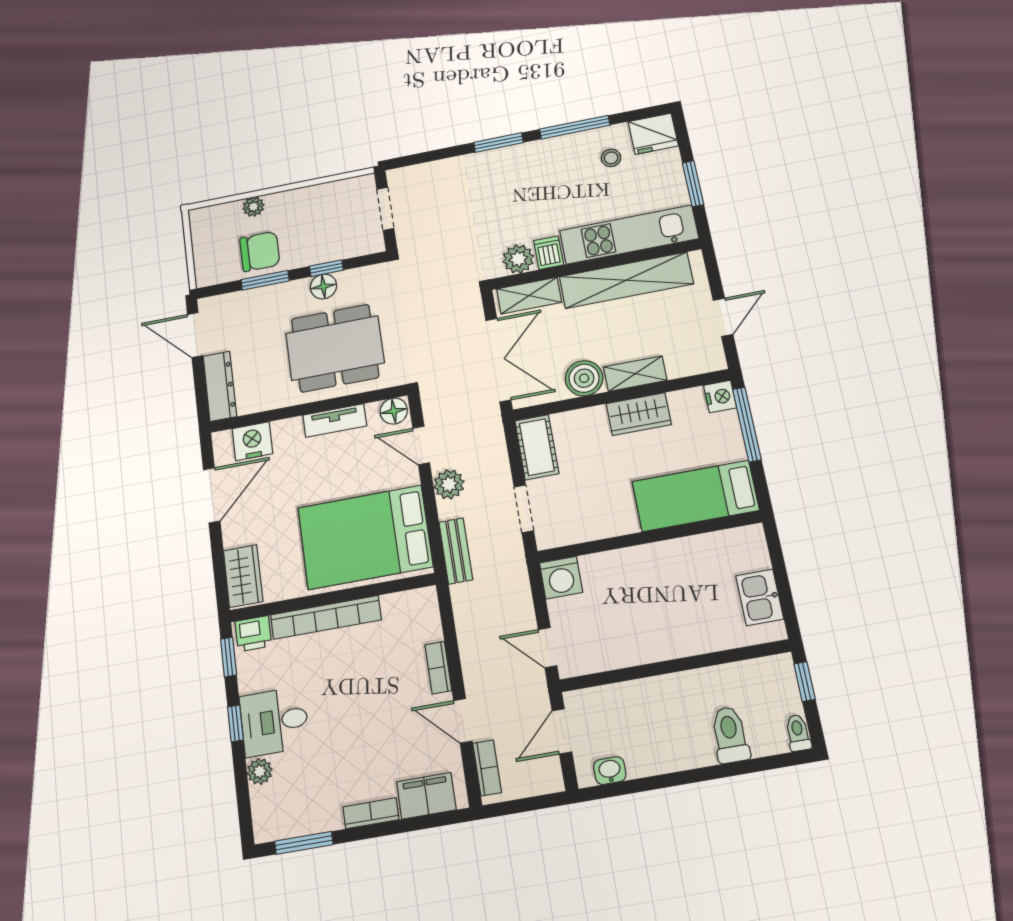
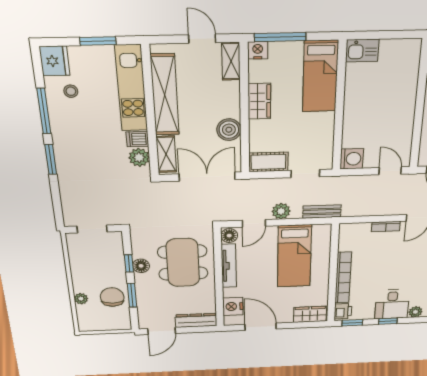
shelving: (635, 374) -> (231, 61), moved
tv unit: (335, 420) -> (229, 266), width x1.41
bed: (365, 537) -> (294, 256), width x0.67
kitchen sink: (760, 597) -> (362, 51), moved
door: (548, 648) -> (390, 171), swing flipped

